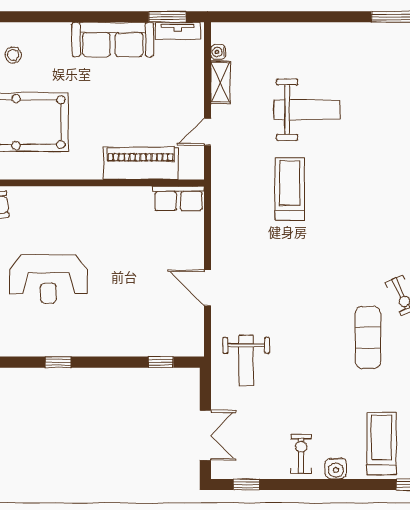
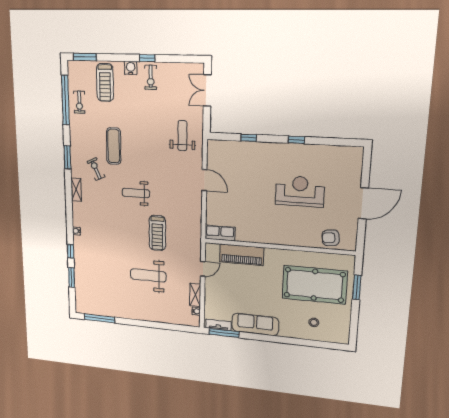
window: (167, 17) -> (224, 333), width x1.44
weight bench: (329, 258) -> (136, 193), added
window: (161, 362) -> (249, 138), moved
window: (246, 484) -> (147, 58), moved

